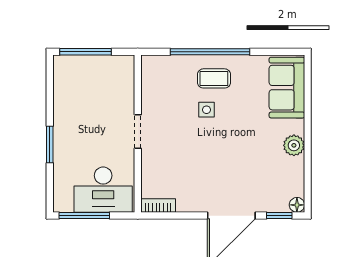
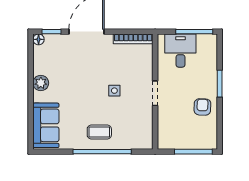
side table: (207, 110) -> (114, 91), moved
armchair: (73, 113) -> (202, 107), added
desk: (103, 190) -> (180, 51), width x0.73
bookcase: (158, 206) -> (133, 39), width x1.56

